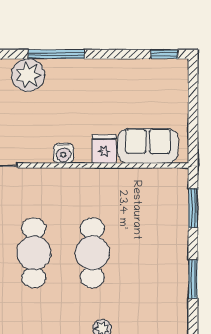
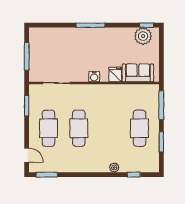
plant: (28, 75) -> (143, 36), moved
window: (193, 208) -> (161, 105), width x1.44
cafe table: (92, 253) -> (139, 128), moved

